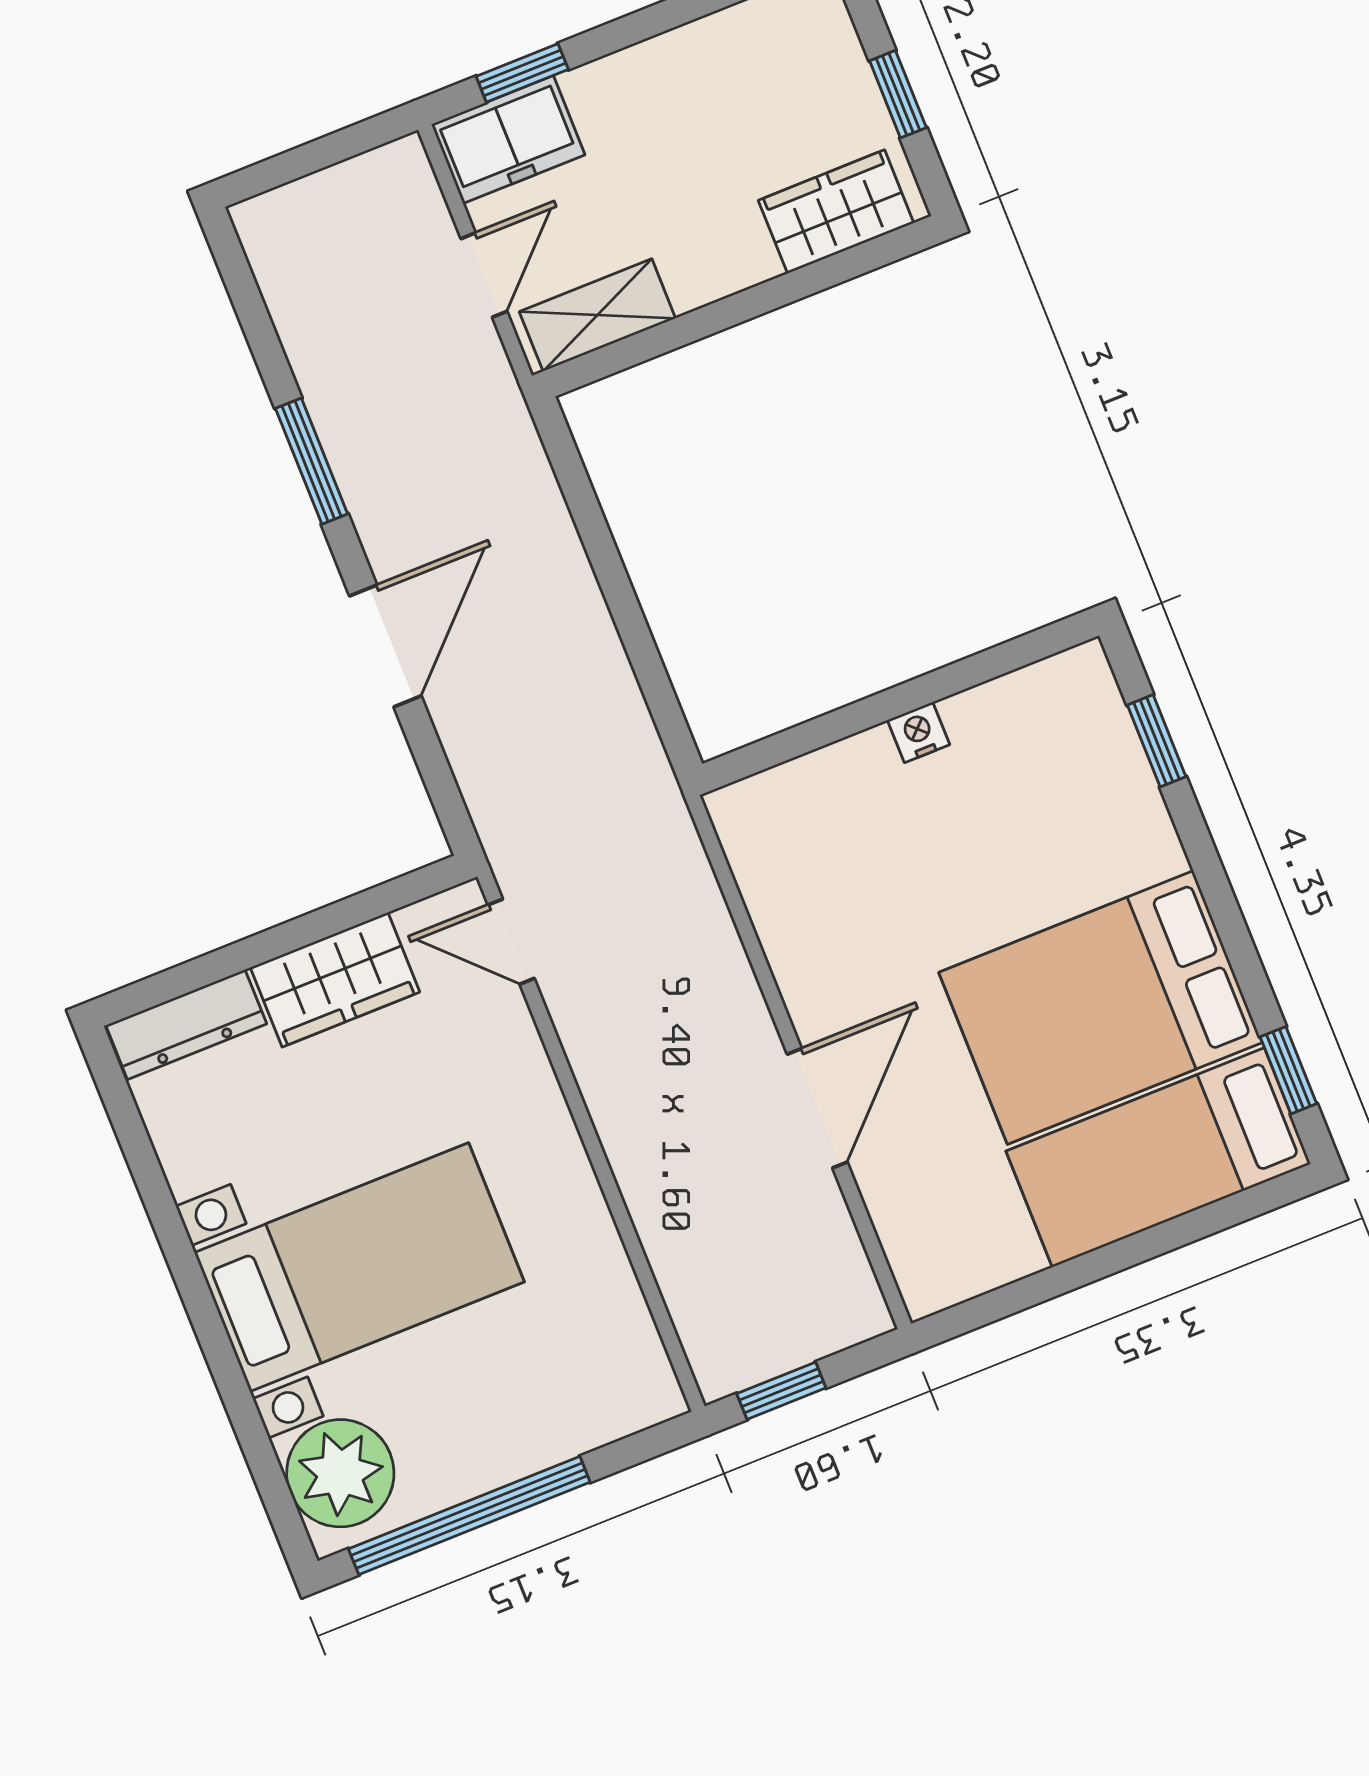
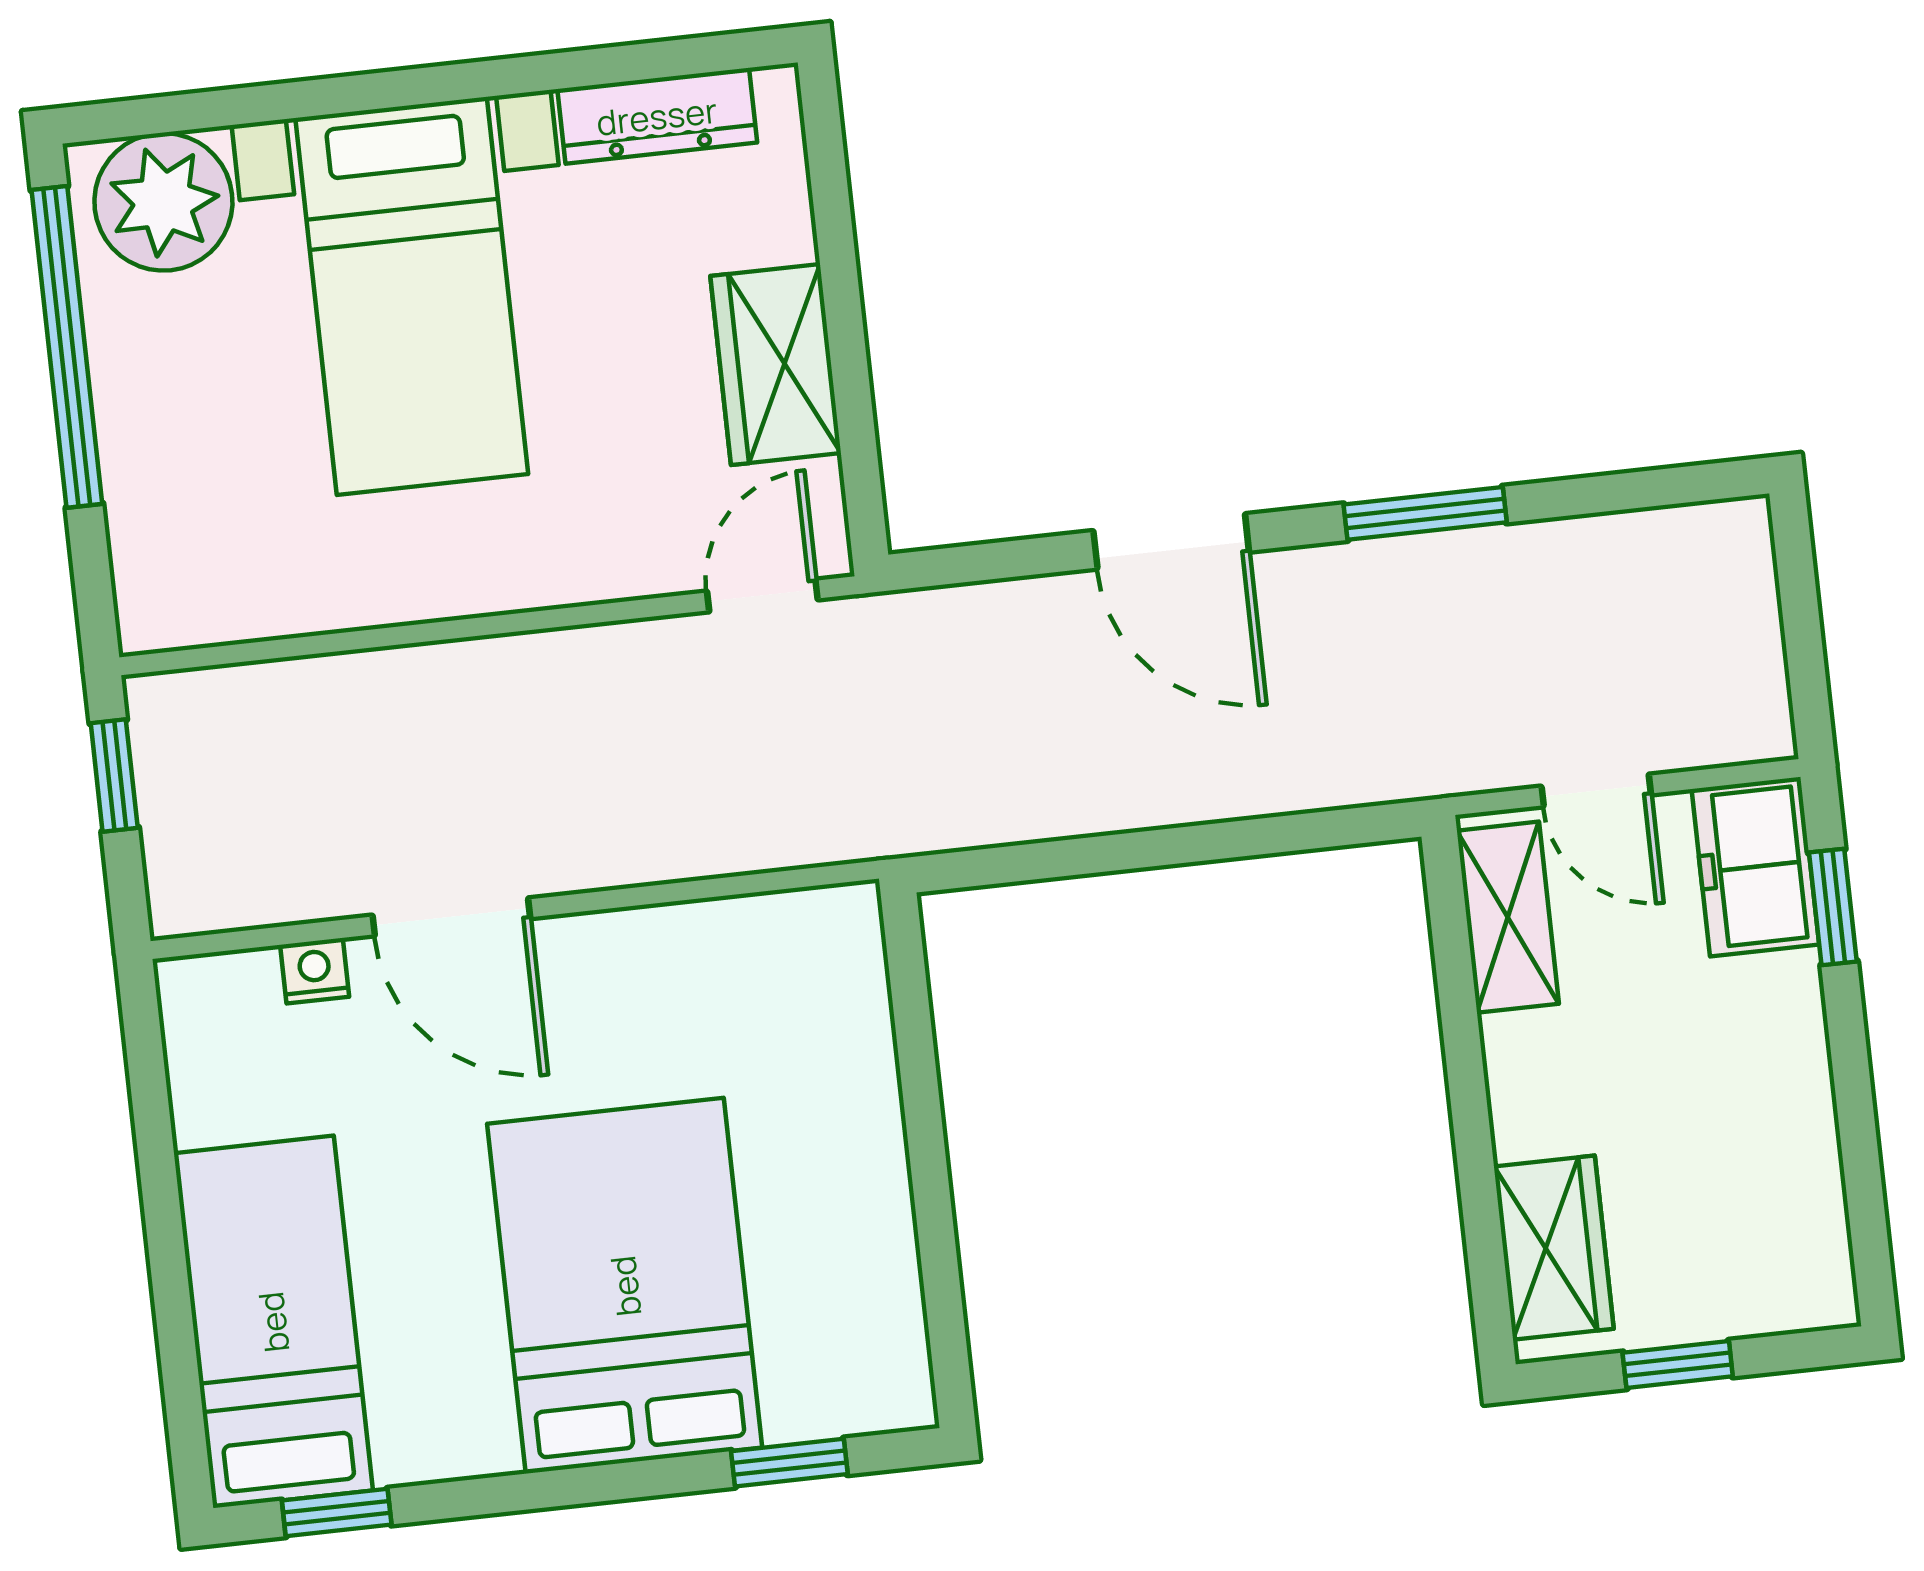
nightstand: (919, 732) -> (315, 971), moved, turned -90
bed: (1100, 1007) -> (625, 1286), moved
dresser: (186, 1024) -> (657, 116), moved, turned -90

